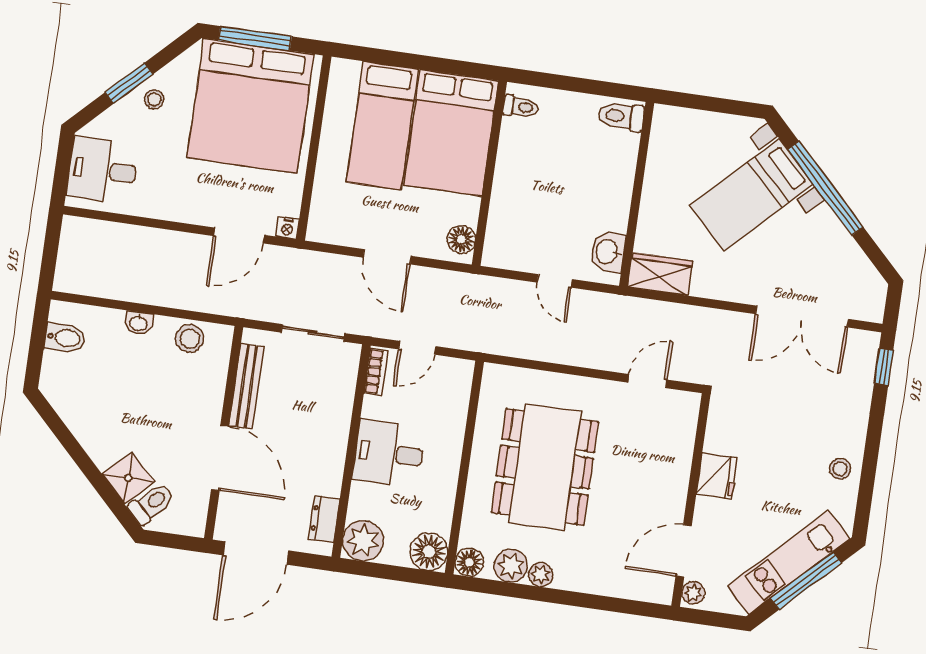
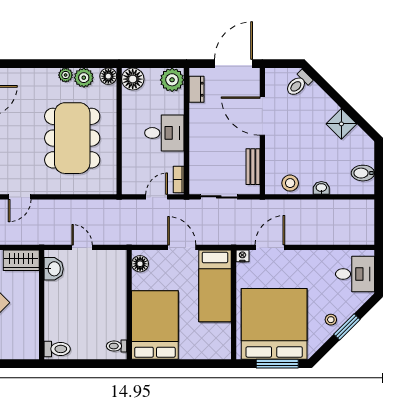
bed: (382, 126) -> (215, 286), moved, turned 180
bench: (247, 386) -> (253, 167), width x0.73
shower: (128, 478) -> (341, 124), moved

